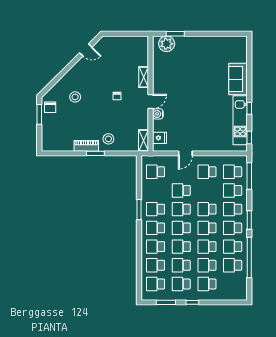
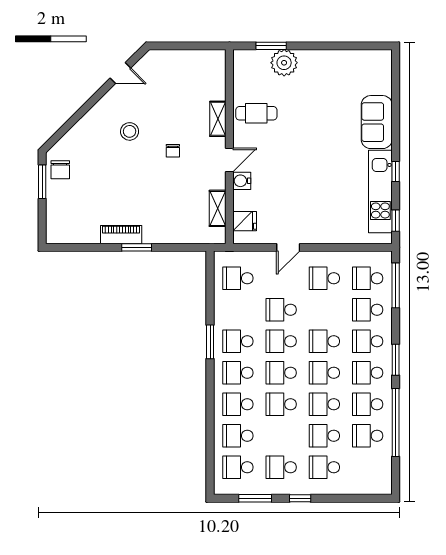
plant: (167, 44) -> (284, 63), moved
cafe table: (167, 74) -> (256, 113), added
stool: (75, 97) -> (130, 131), moved
stool: (108, 139) -> (159, 223), removed
shelving: (144, 140) -> (218, 208), moved
school desk: (181, 265) -> (281, 436), removed

